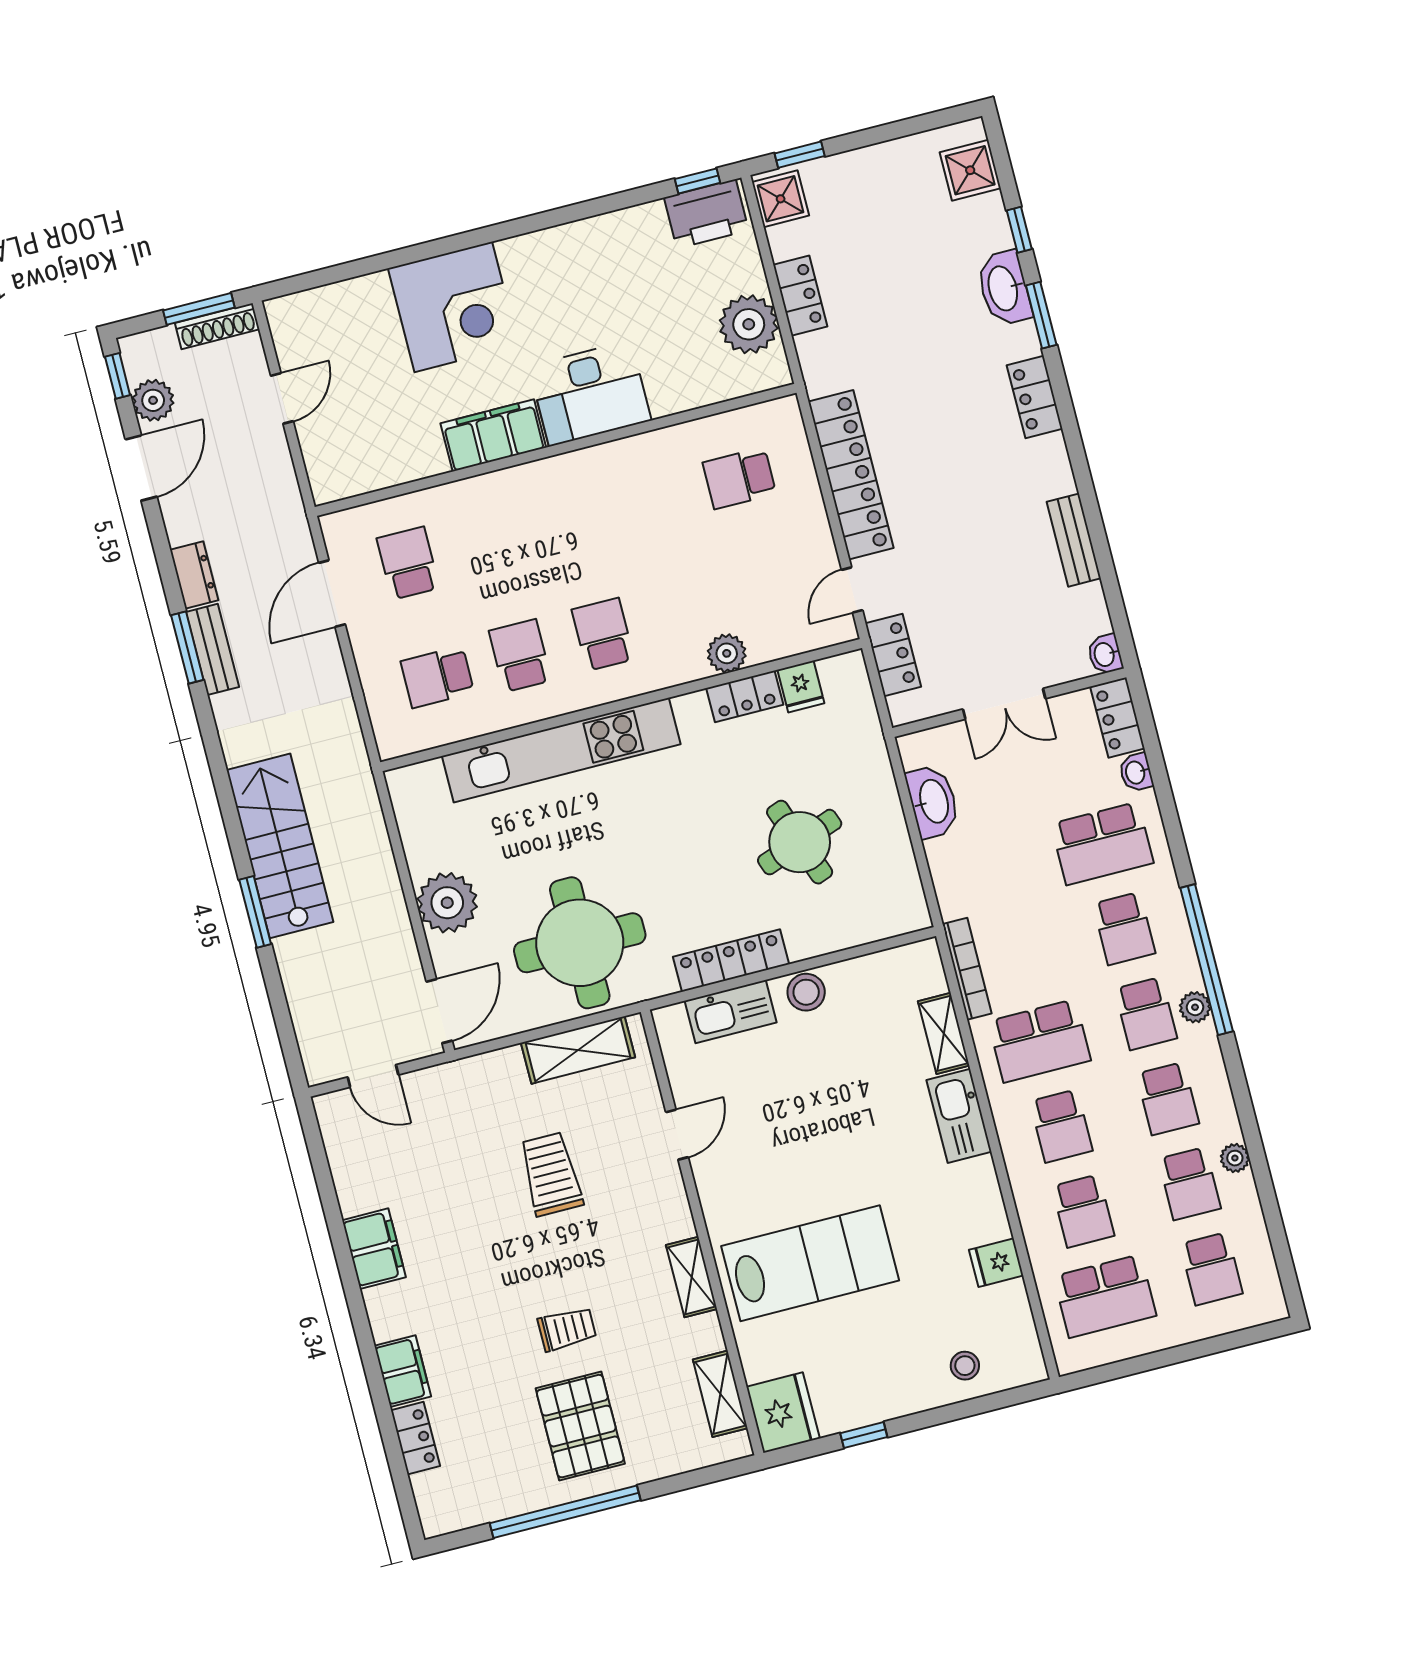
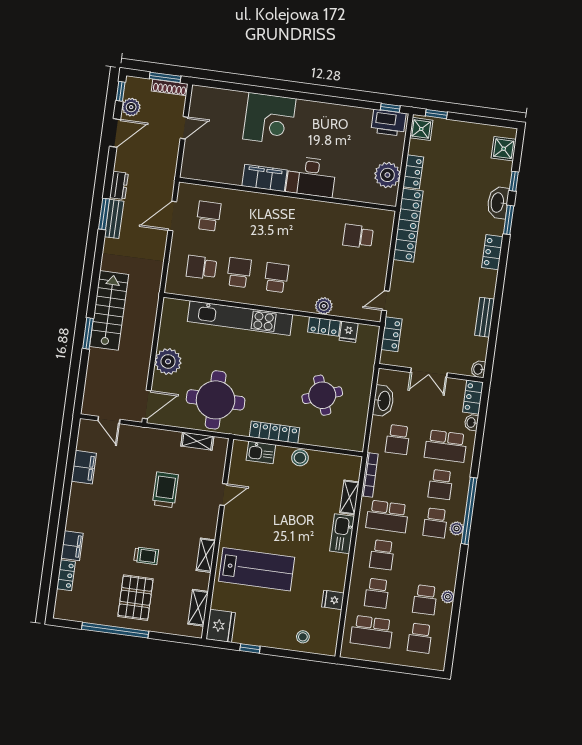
locker: (851, 475) -> (408, 225), moved
kitchen sink: (731, 1012) -> (261, 452), width x0.73
shelving: (578, 1050) -> (197, 441), width x0.67, depth x0.75
school desk: (1168, 1099) -> (398, 440), moved
filing cabinet: (374, 1249) -> (84, 467), moved

